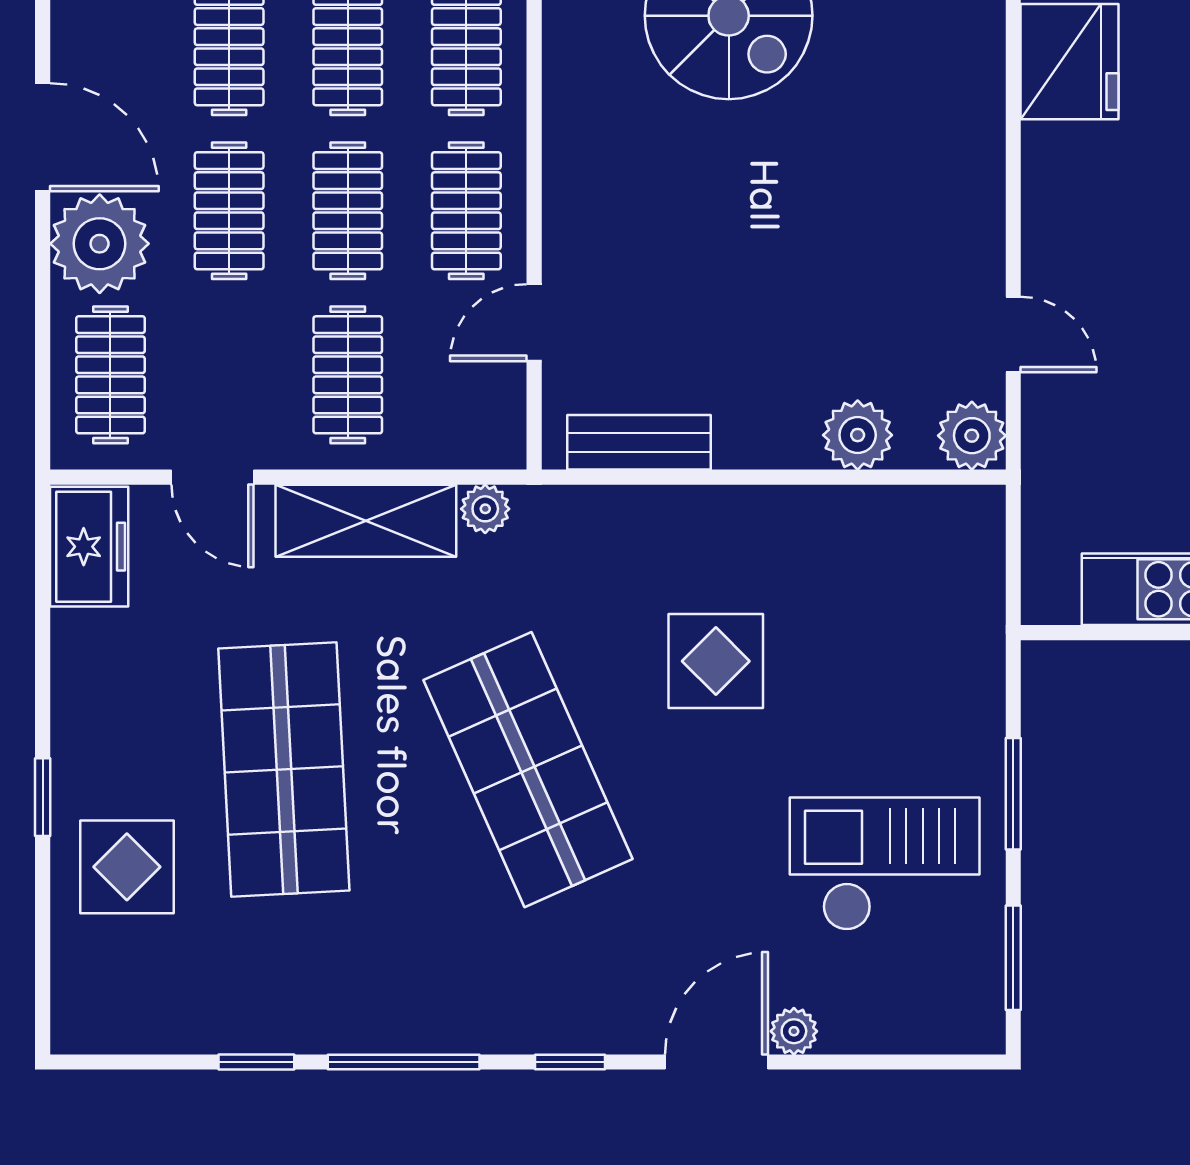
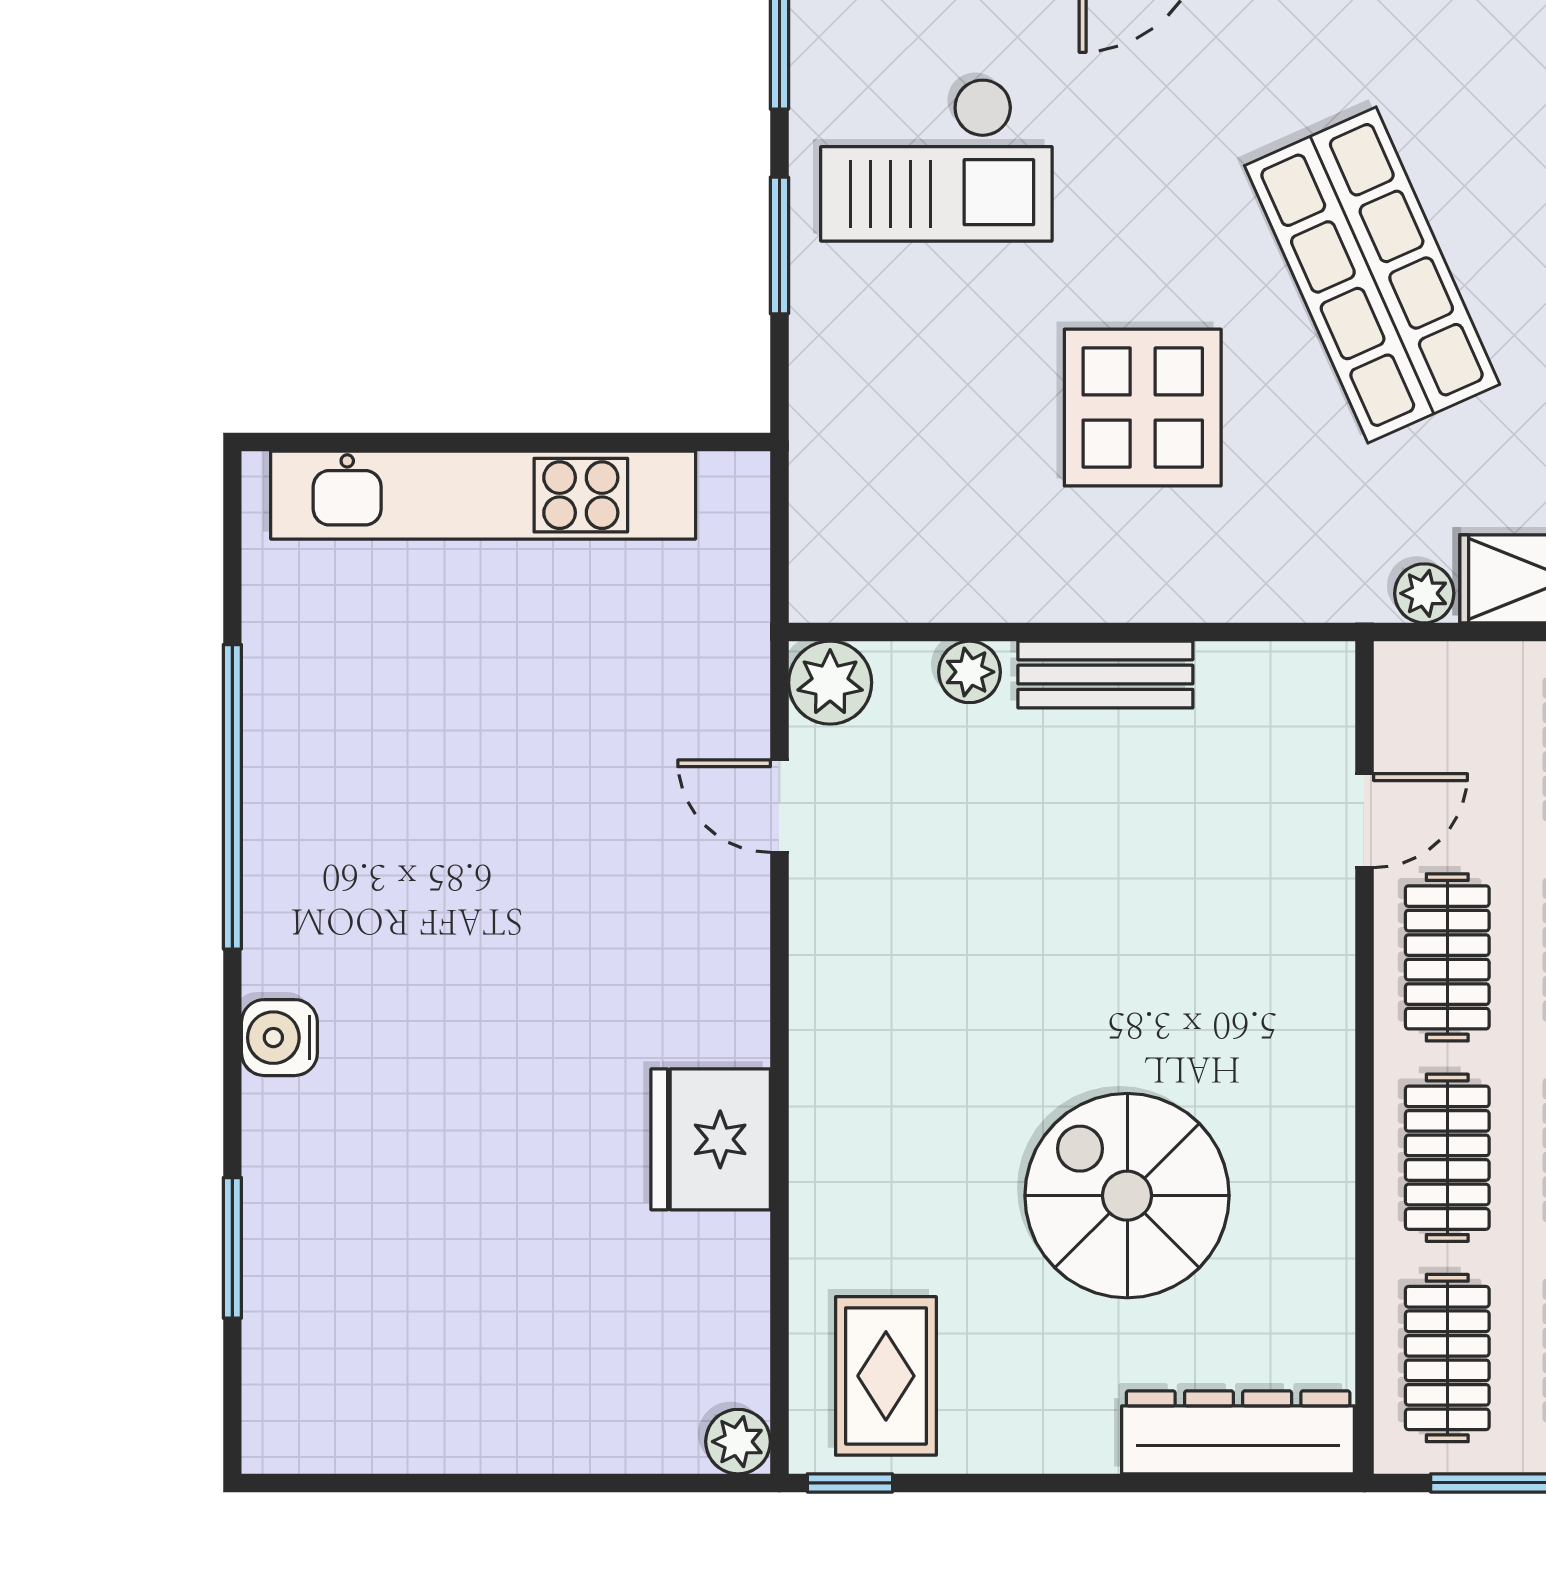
plant: (858, 435) -> (969, 672), width x0.73, depth x0.73
bench: (639, 442) -> (1105, 675), moved
display table: (716, 661) -> (1143, 408), width x1.36, depth x1.36

